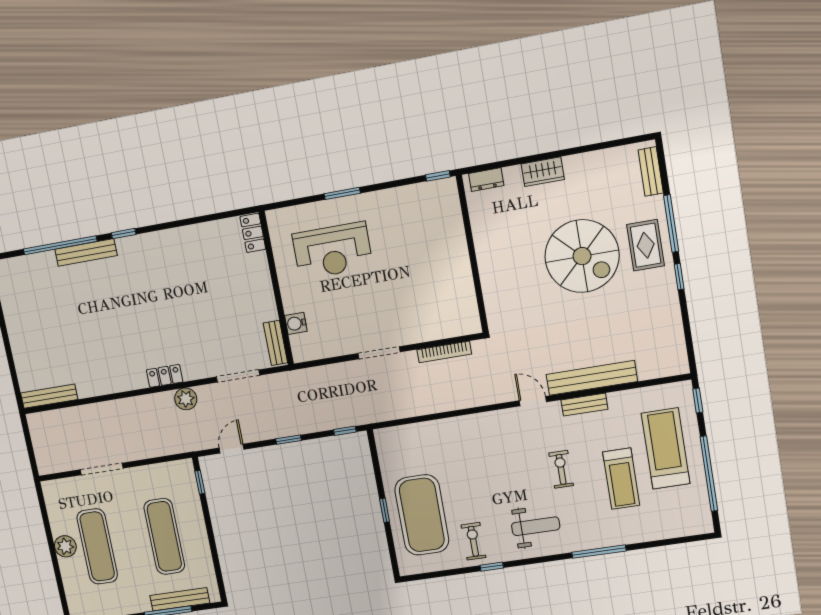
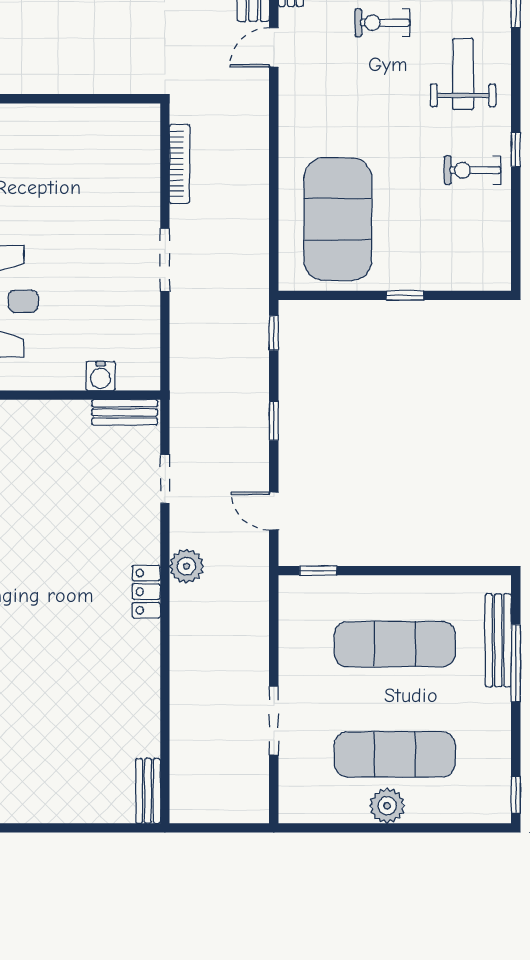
doorway: (238, 376) -> (165, 479), width x0.73
bench: (49, 396) -> (148, 791), width x0.73
exercise mat: (422, 515) -> (338, 219), moved, turned 90

